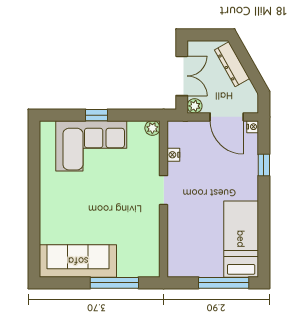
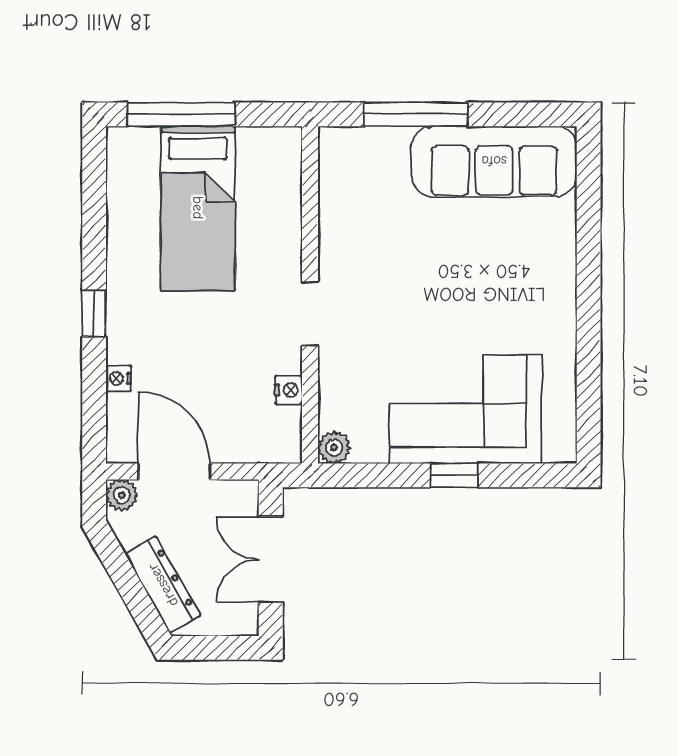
plant: (195, 106) -> (122, 495), moved
nightstand: (253, 127) -> (118, 379), moved
window: (264, 165) -> (94, 314), moved
bed: (241, 239) -> (198, 208), moved

